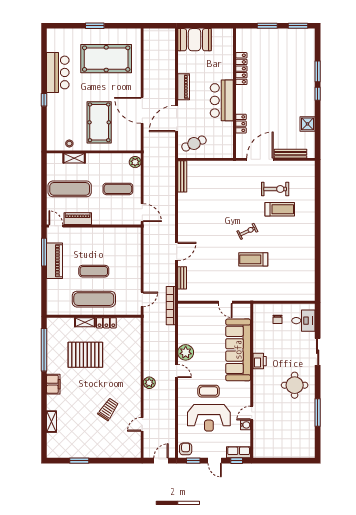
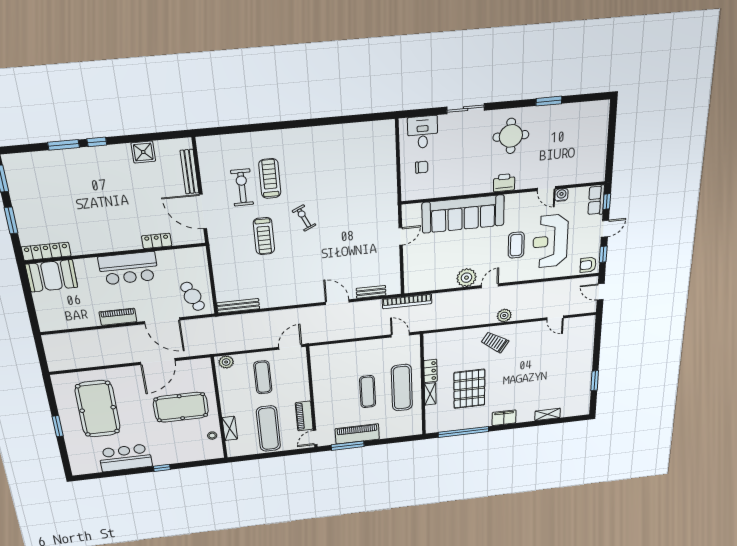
booth: (195, 40) -> (52, 276), moved, turned 90
locker: (241, 69) -> (46, 251), moved
treadmill: (253, 259) -> (264, 236), moved
printer: (260, 361) -> (504, 183), moved
trolley: (108, 409) -> (495, 342), moved
window: (318, 413) -> (549, 101), width x0.69
reception desk: (209, 418) -> (550, 241), turned 180

